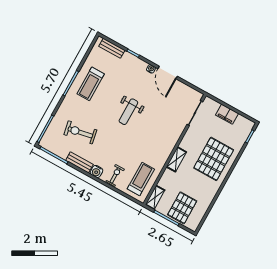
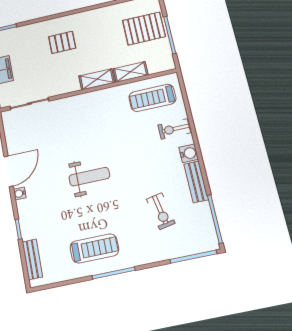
exercise bike: (80, 132) -> (161, 211), width x0.73, depth x0.72
pallet: (214, 159) -> (62, 42), width x0.49, depth x0.50
shelving: (155, 197) -> (130, 72), moved

